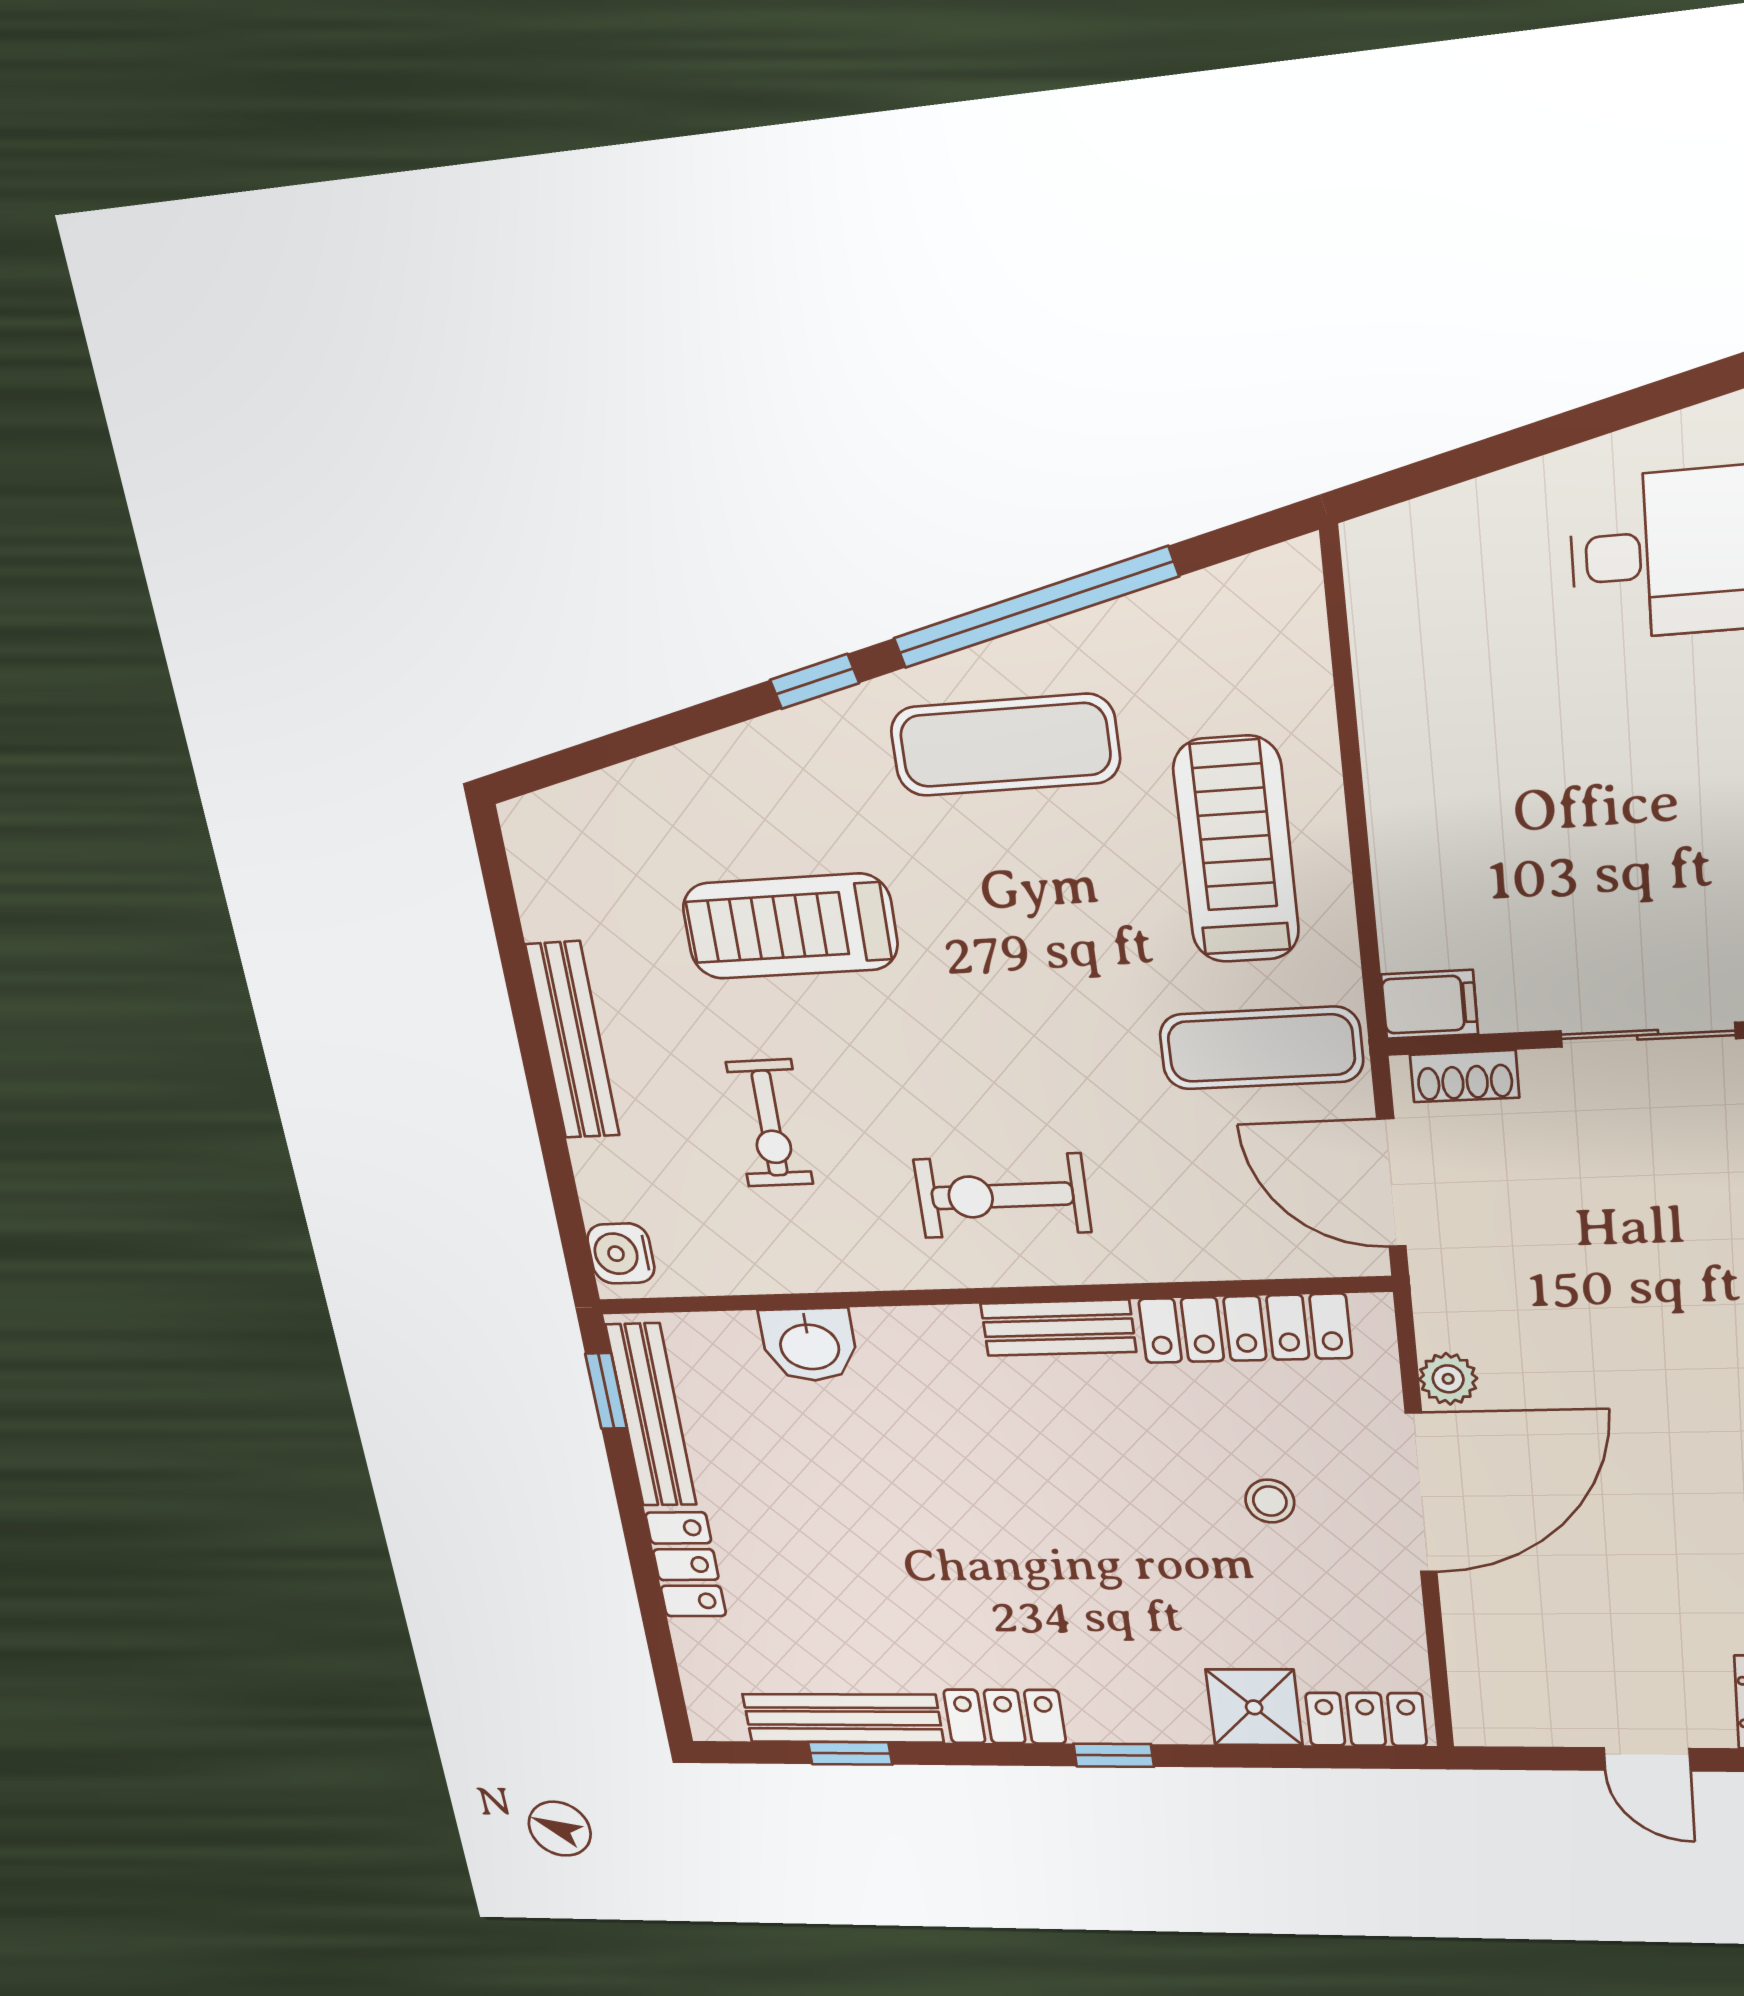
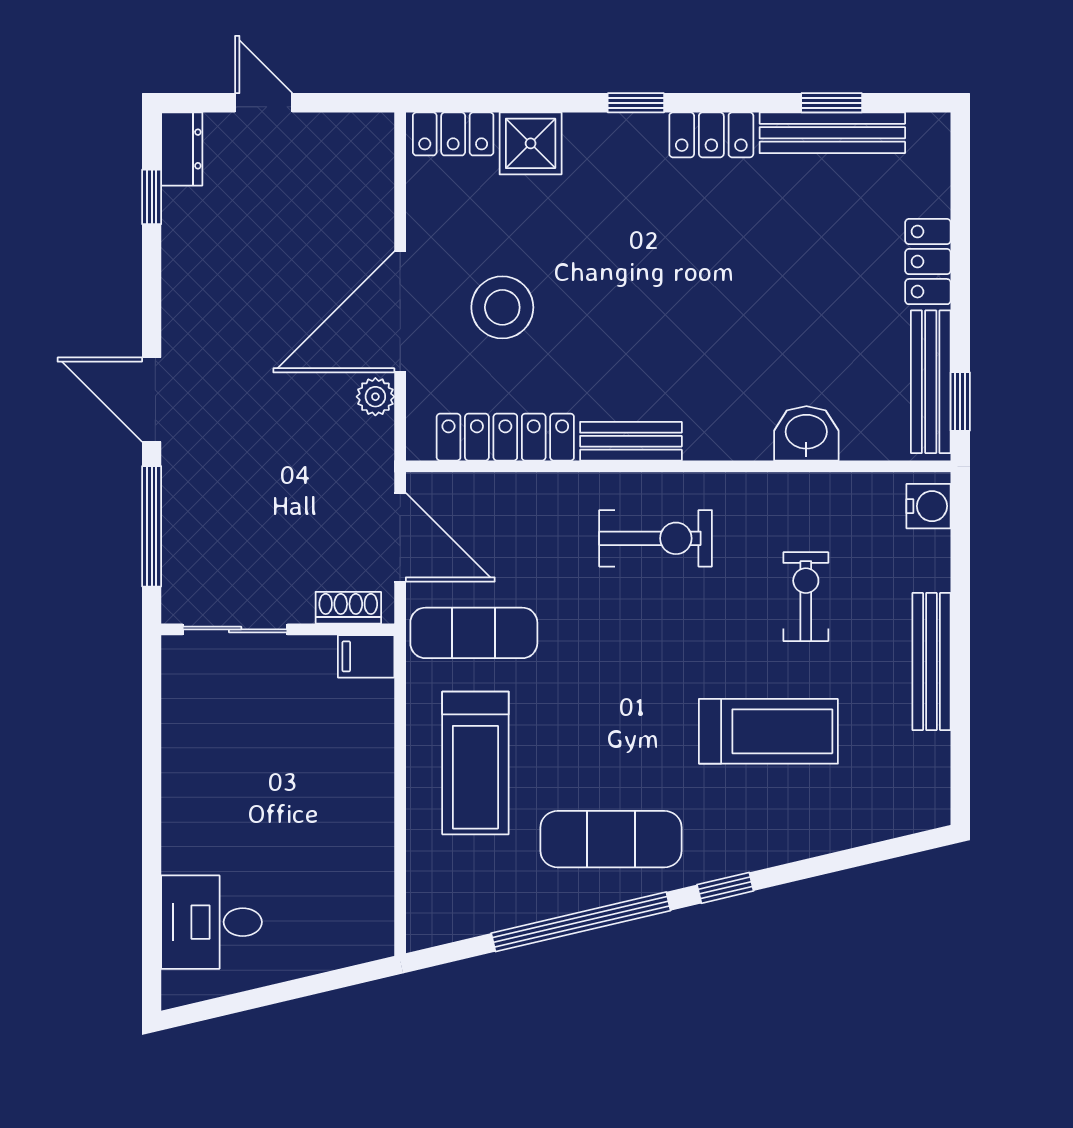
stool: (1270, 1501) -> (502, 307), width x1.89, depth x1.89

